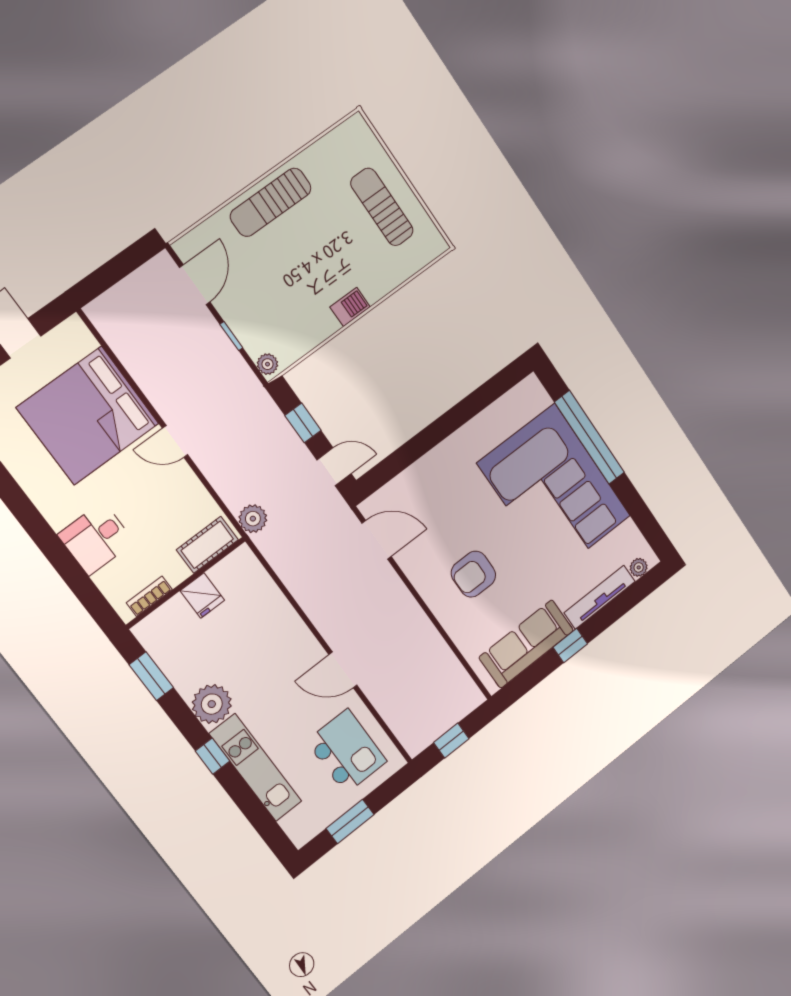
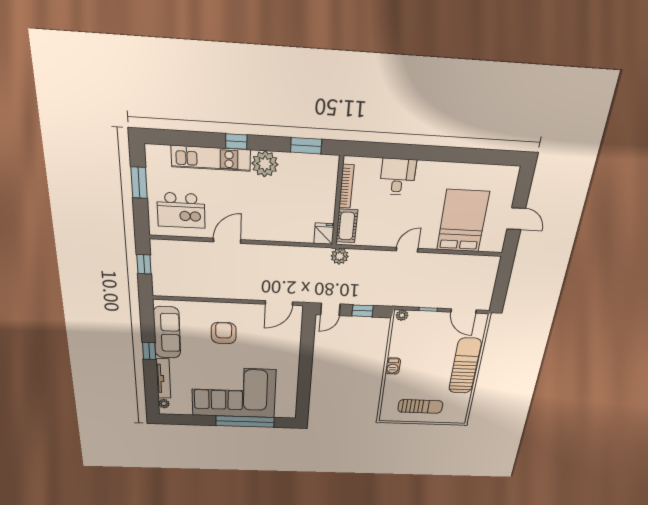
sun lounger: (271, 202) -> (465, 366), width x1.36, depth x1.34
bed: (88, 416) -> (463, 221), width x0.73
fridge: (202, 595) -> (324, 234), moved, turned 90
bookcase: (149, 596) -> (346, 186), width x1.56

